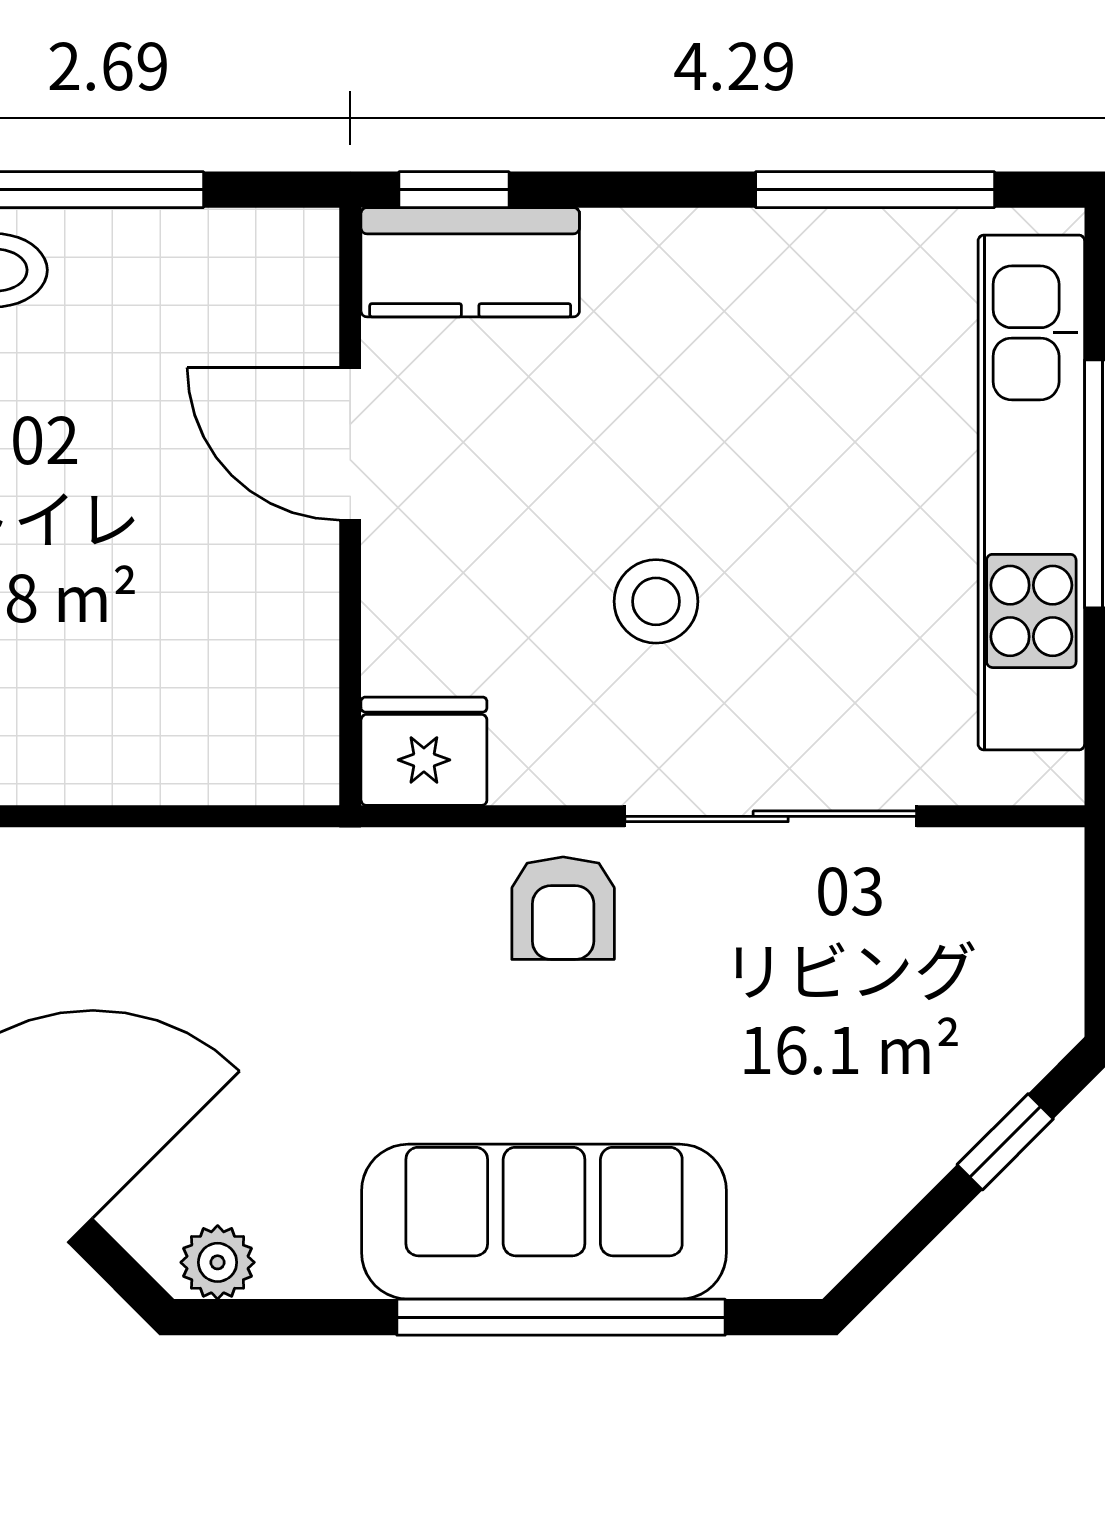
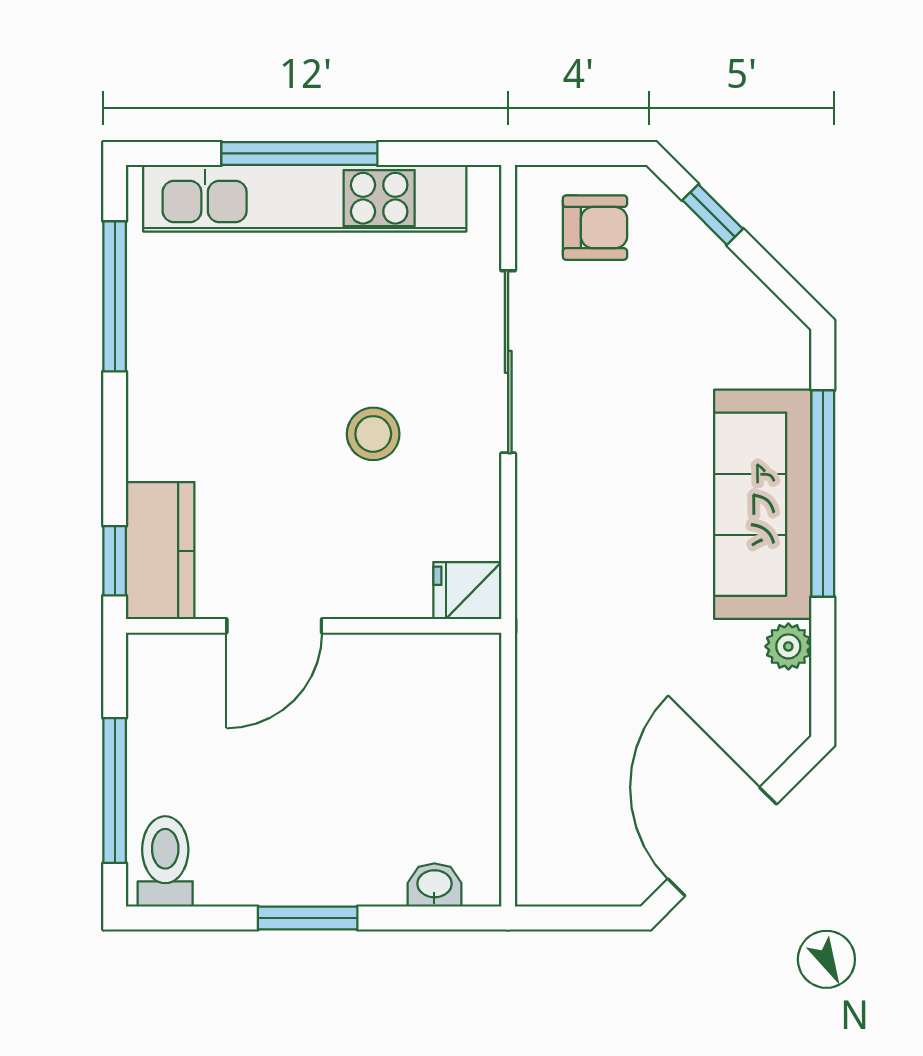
fridge: (424, 751) -> (467, 591), width x0.72
armchair: (563, 908) -> (595, 228), moved
plant: (218, 1262) -> (788, 646), moved

